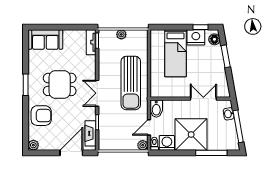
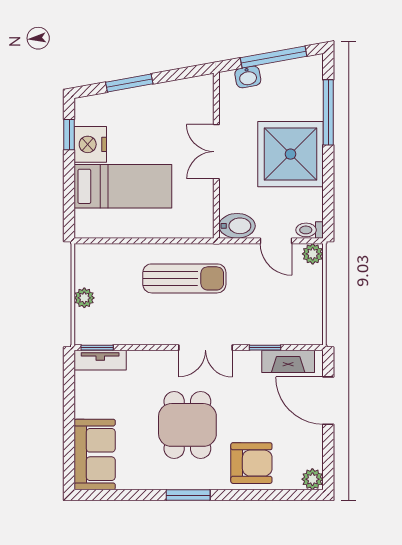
floor lamp: (214, 39) -> (94, 106), removed
sun lounger: (131, 83) -> (184, 278), width x0.73, depth x0.75
double door: (203, 99) -> (216, 152), moved
armchair: (41, 116) -> (251, 463), turned 90
washing machine: (167, 143) -> (308, 204), removed

